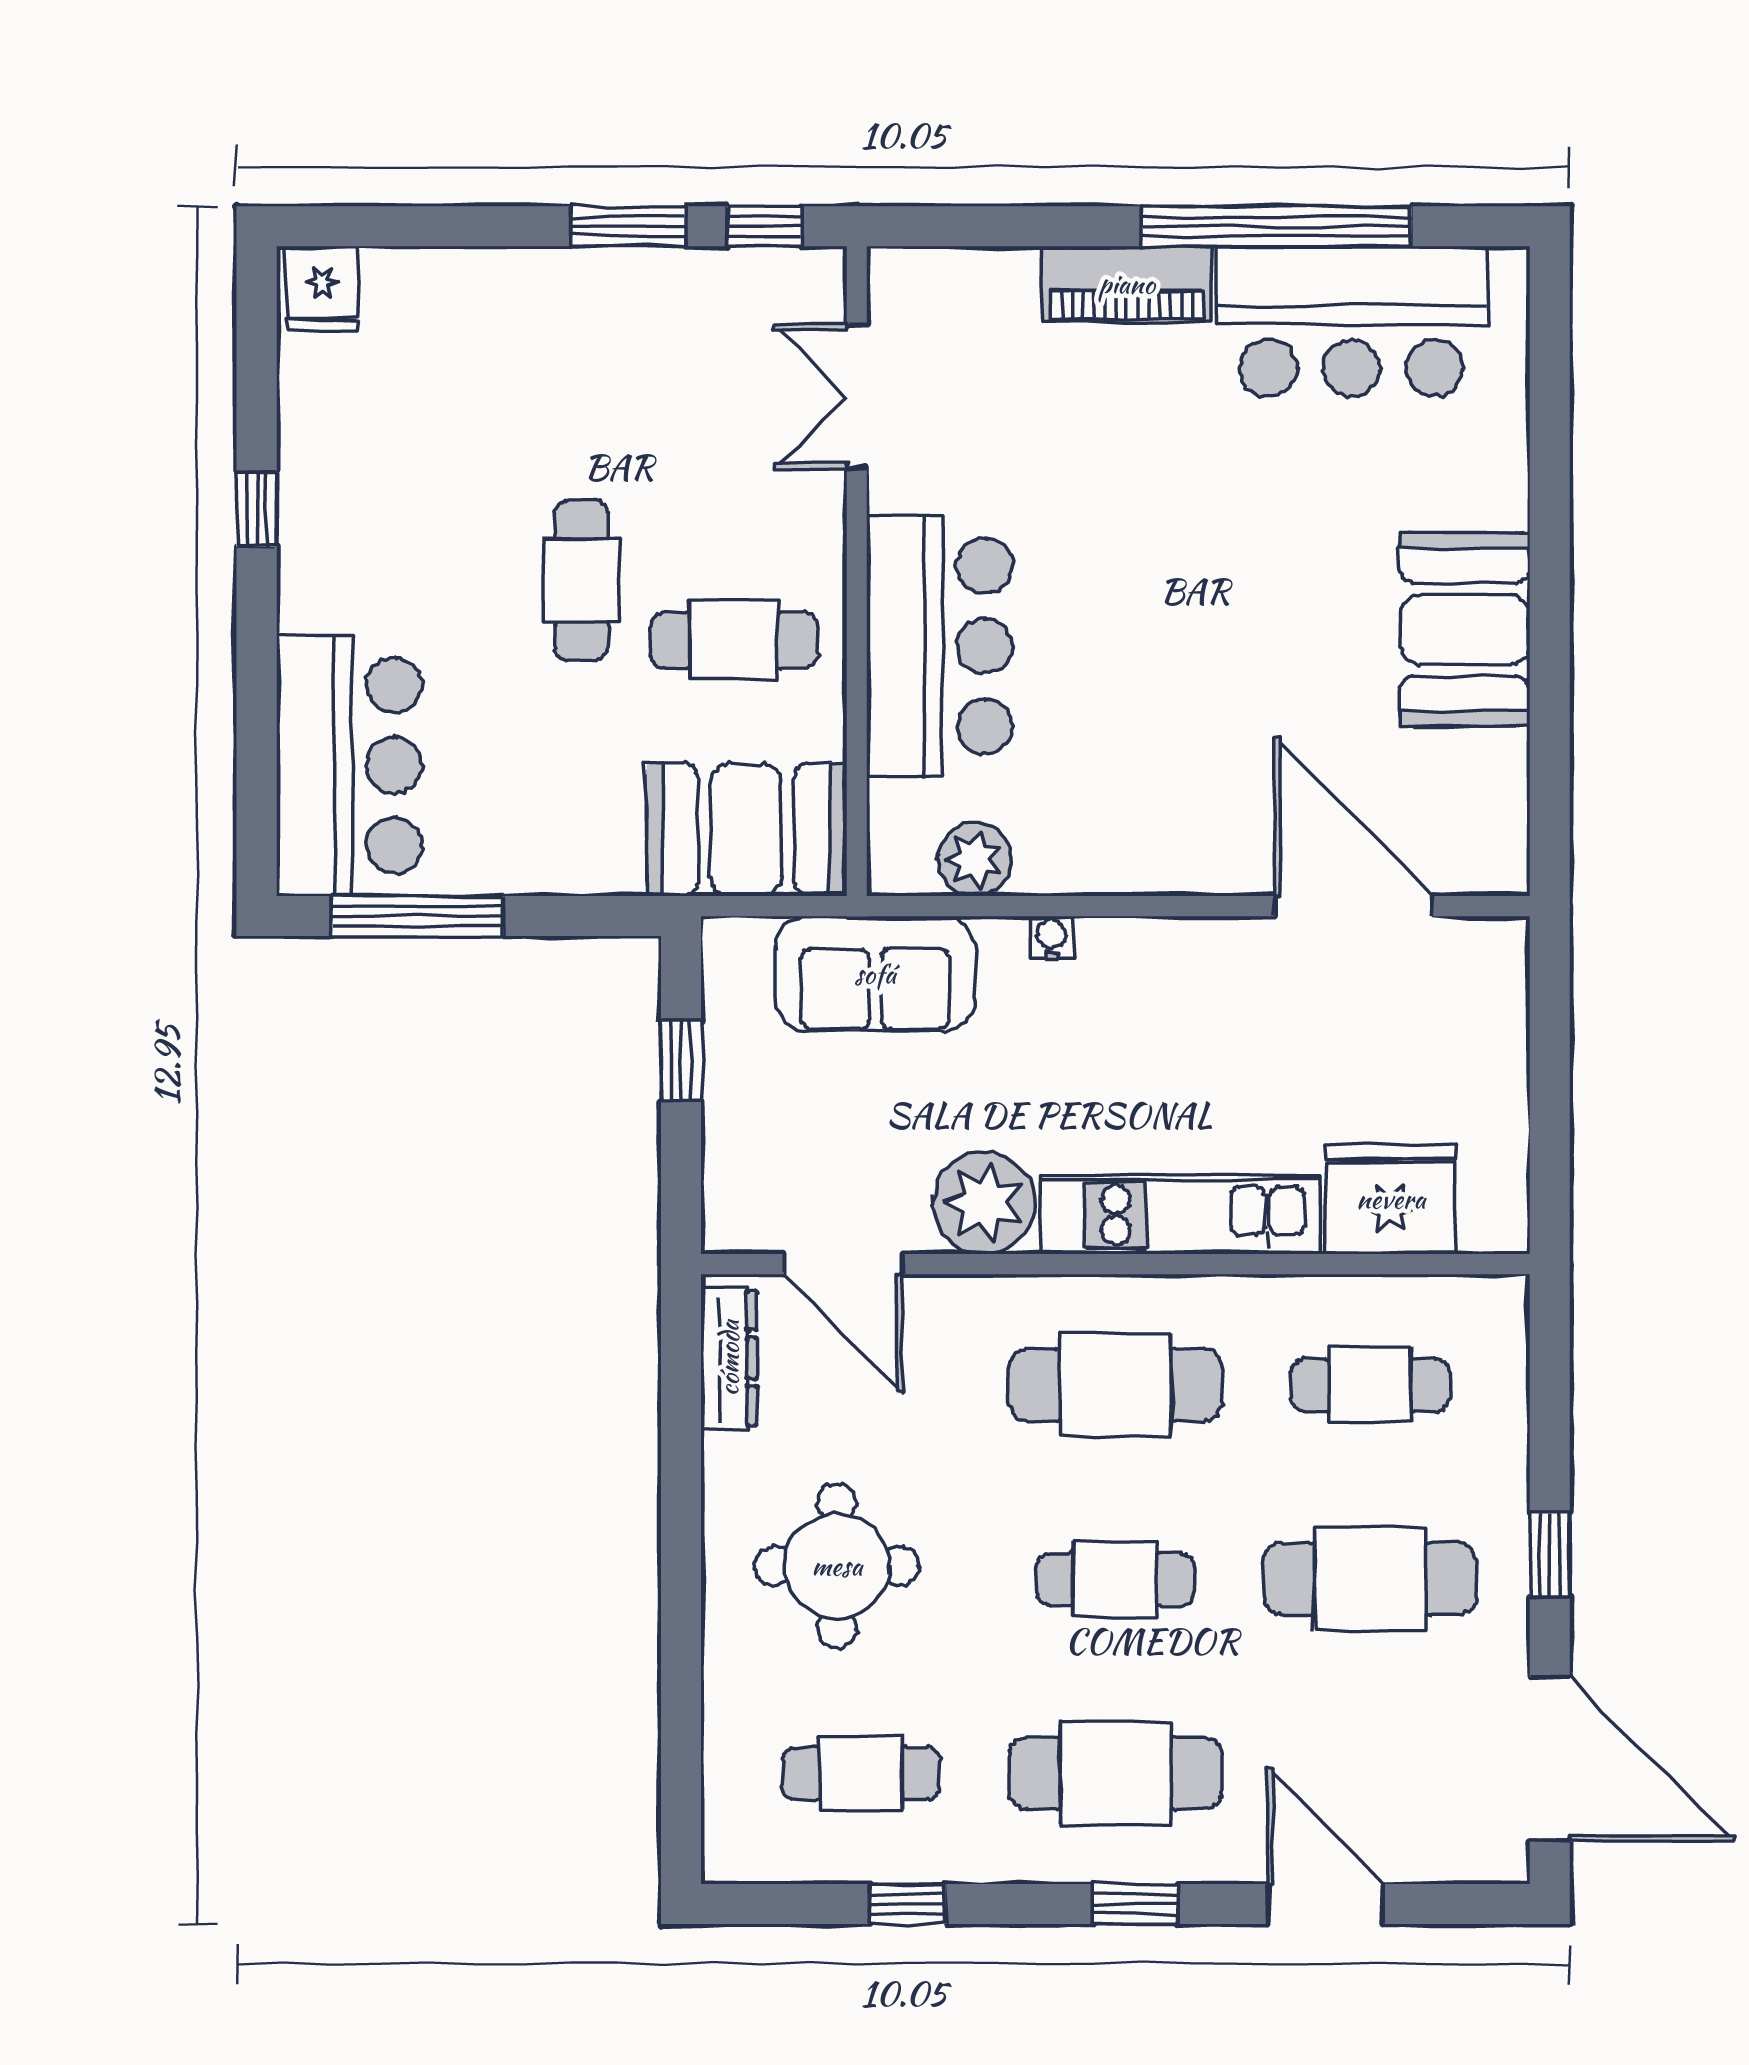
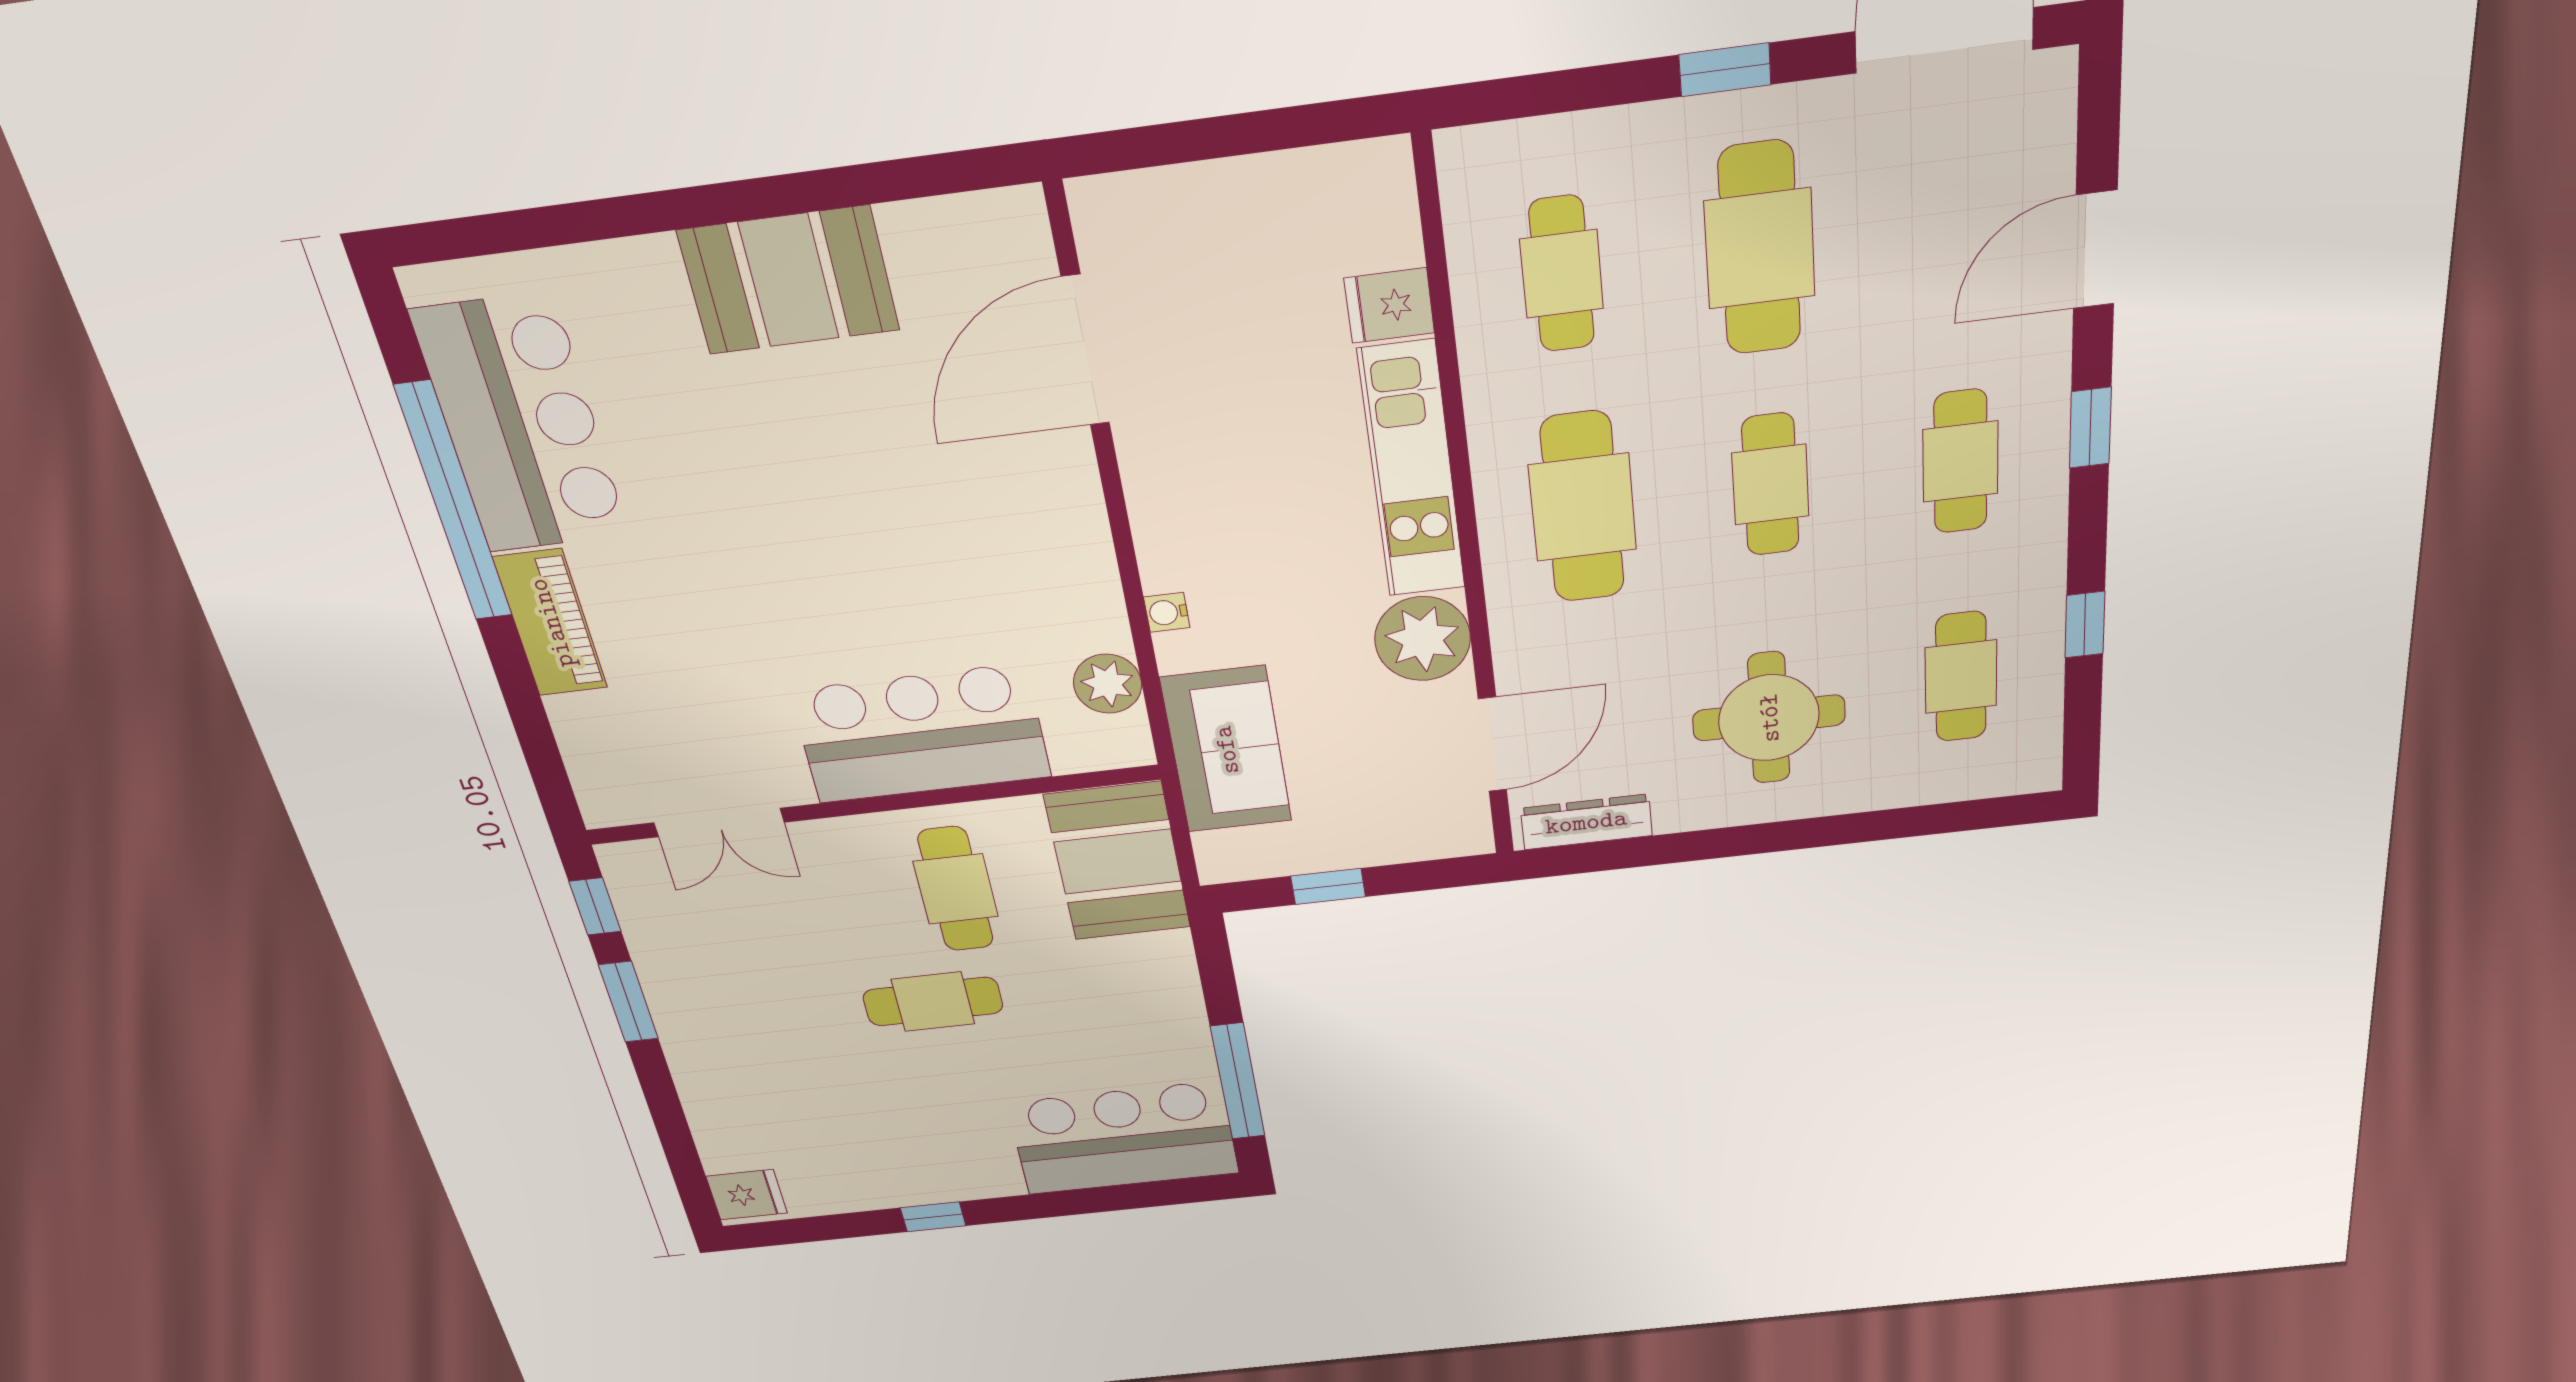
fridge: (1391, 1199) -> (1389, 305), width x0.53, depth x0.75
cafe table: (1115, 1773) -> (1960, 462), width x0.73, depth x0.74

